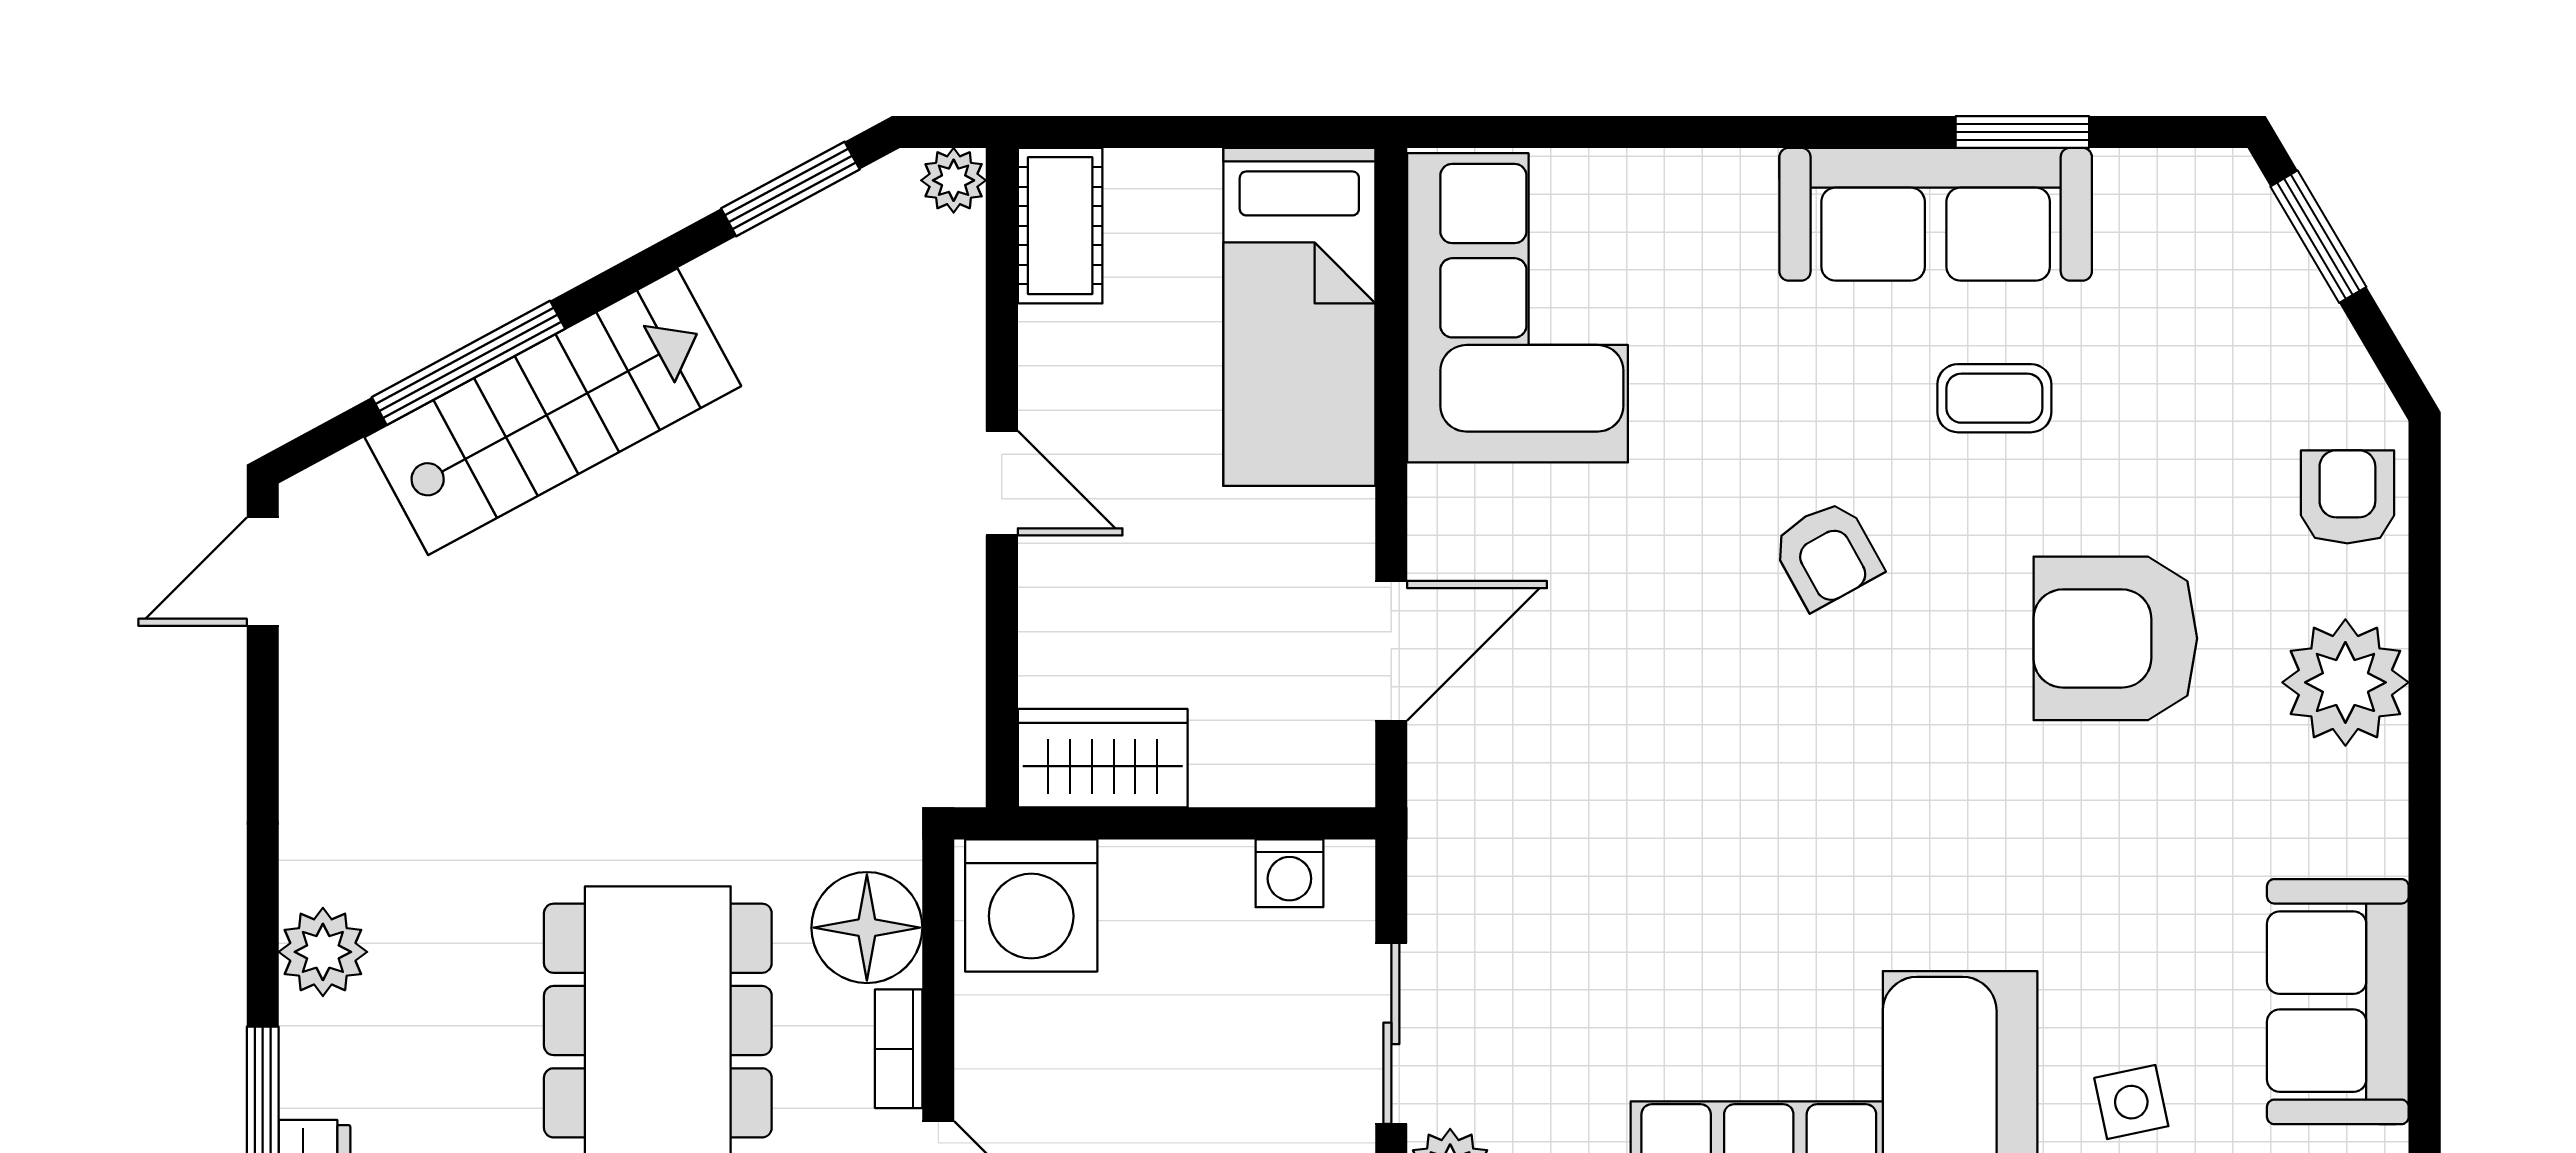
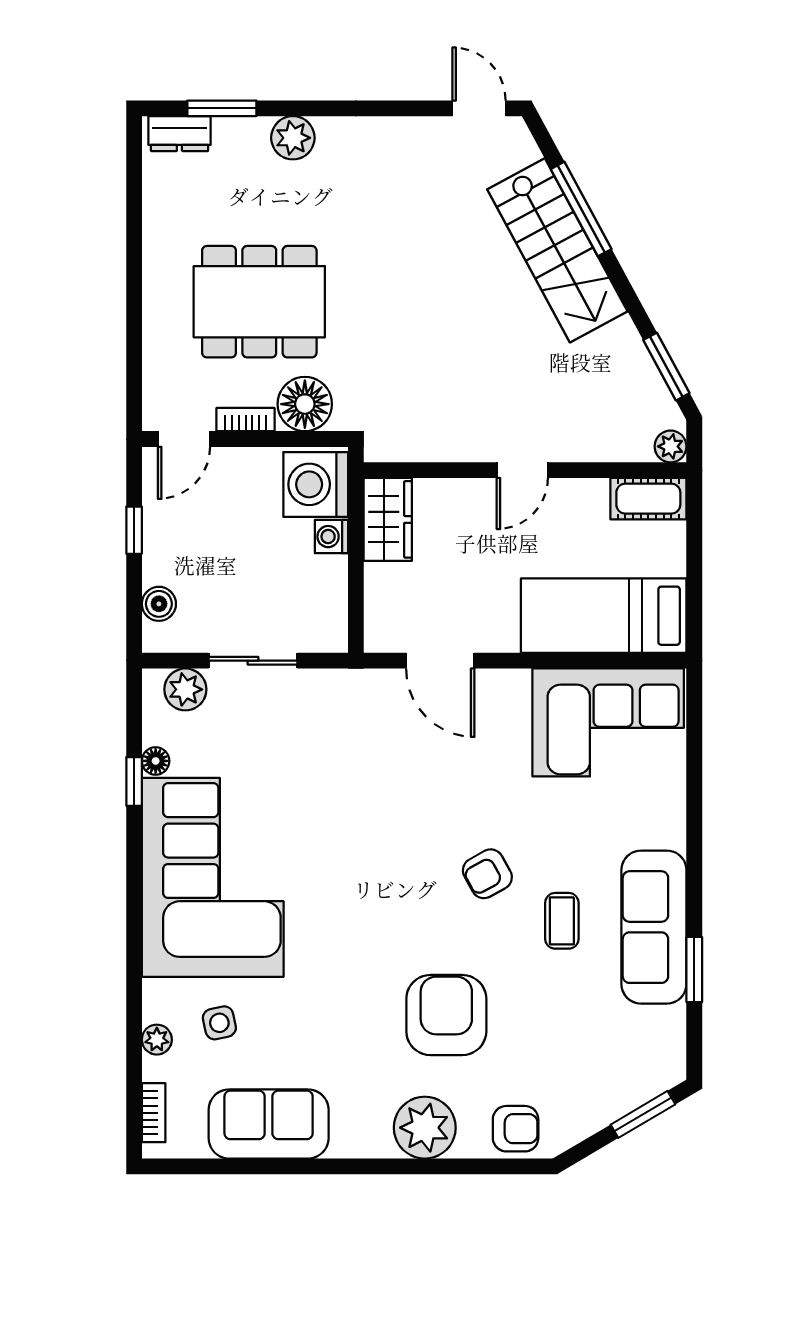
coffee table: (1994, 398) -> (562, 921), moved
washing machine: (1289, 873) -> (331, 537), moved

